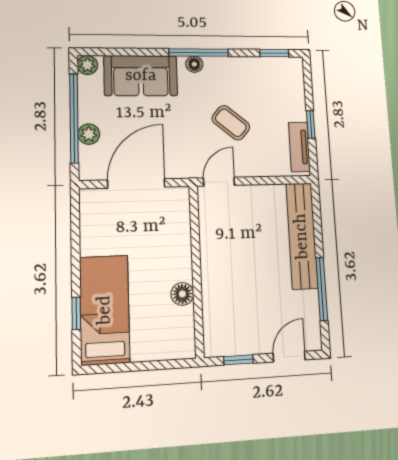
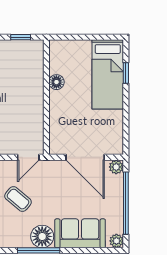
floor lamp: (194, 64) -> (42, 236), width x1.89, depth x1.89
plant: (89, 134) -> (116, 167), moved
door: (136, 184) -> (85, 157), hinge flipped

